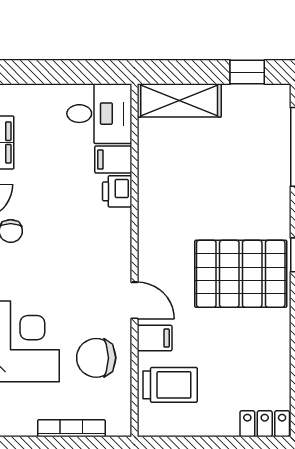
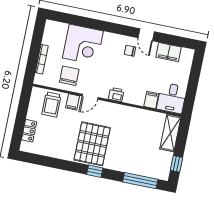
printer: (117, 191) -> (116, 95), moved
locker: (265, 424) -> (29, 131), moved

